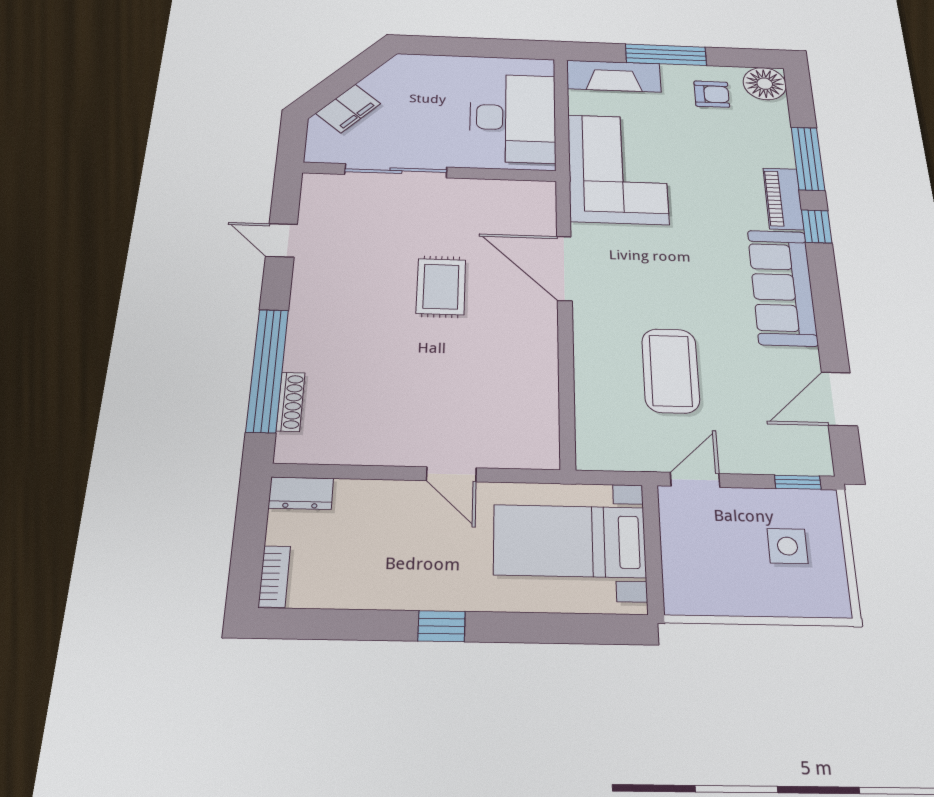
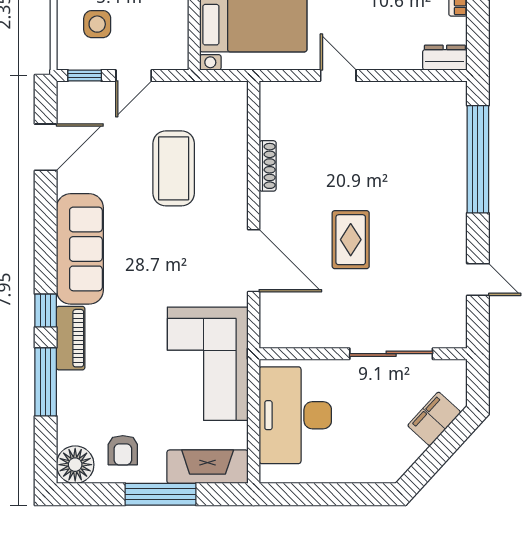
armchair: (712, 94) -> (123, 450), turned -90
shoe rack: (290, 402) -> (268, 166), moved, turned 180
door: (695, 480) -> (134, 75), moved

